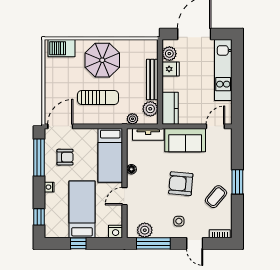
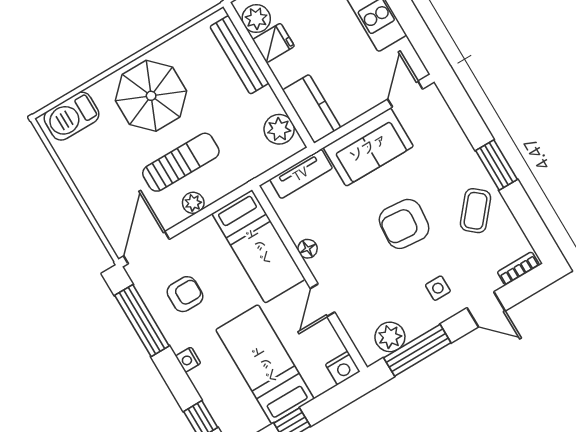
bench: (152, 80) -> (239, 55), moved
plant: (132, 119) -> (193, 203), moved

